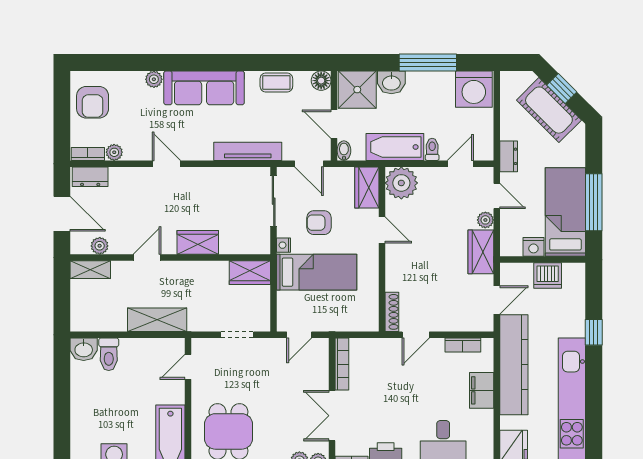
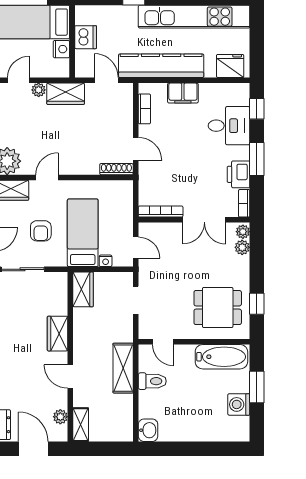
door: (62, 214) -> (33, 449), hinge flipped
nightstand: (284, 245) -> (106, 261), moved
toilet: (109, 354) -> (152, 381), moved

